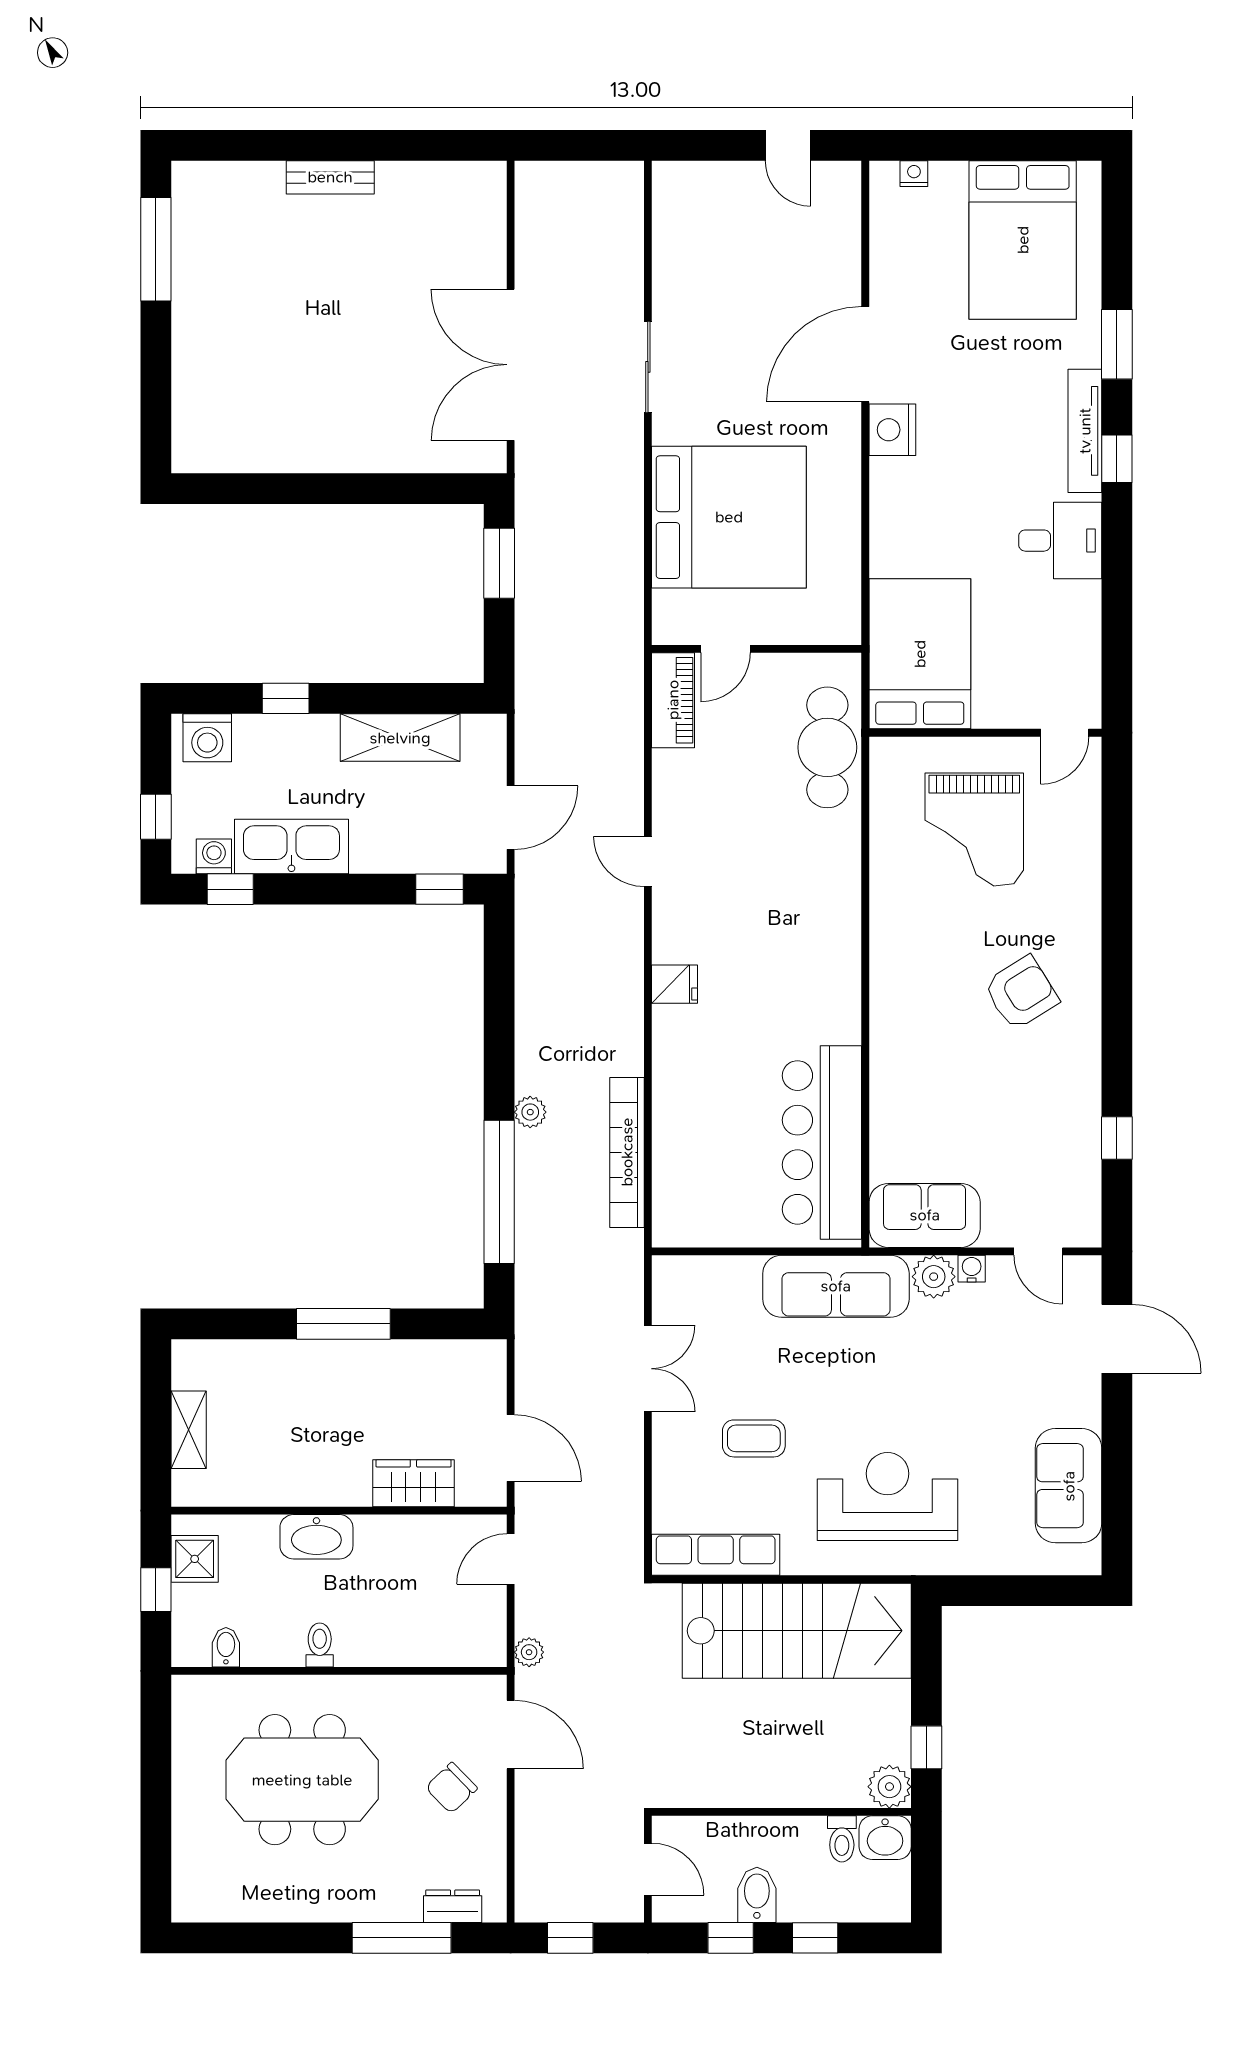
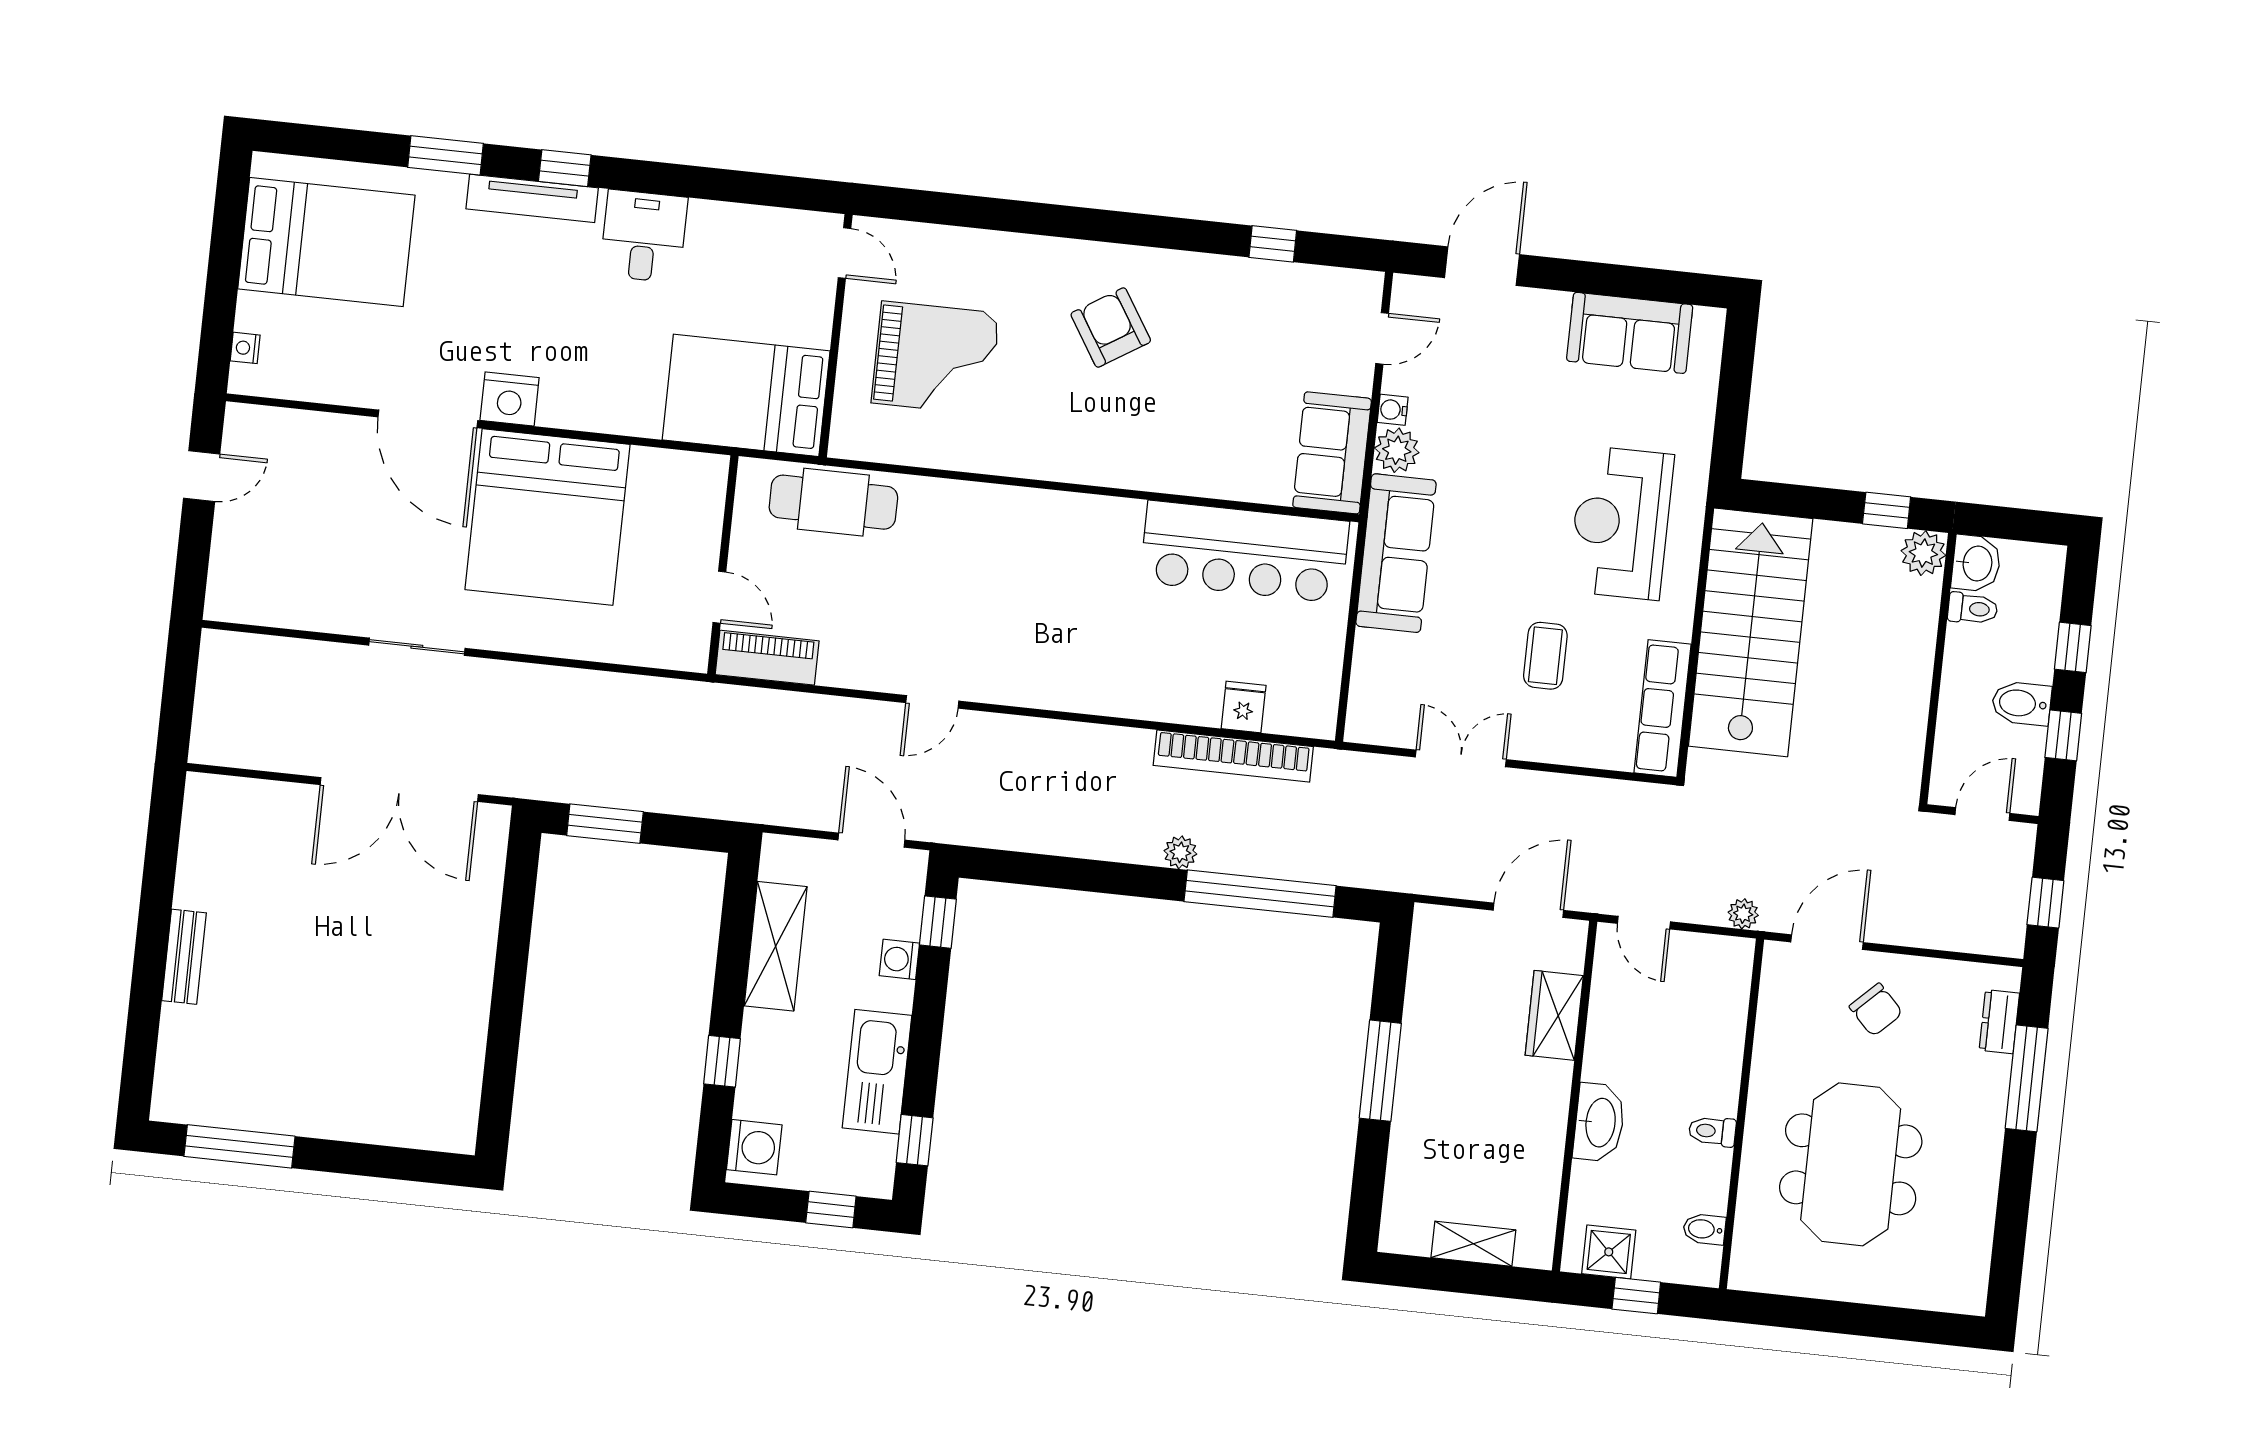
bed: (729, 517) -> (548, 517), moved, turned 180
washing machine: (214, 856) -> (899, 959), moved
fridge: (675, 984) -> (1244, 707), moved

